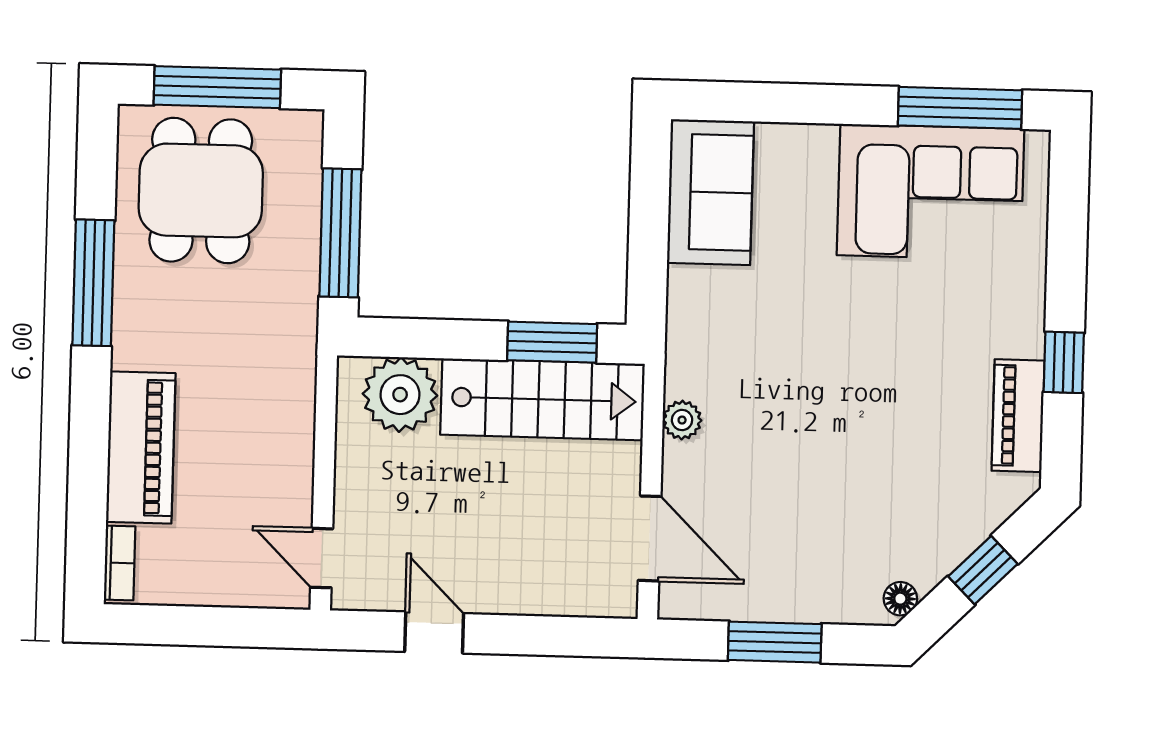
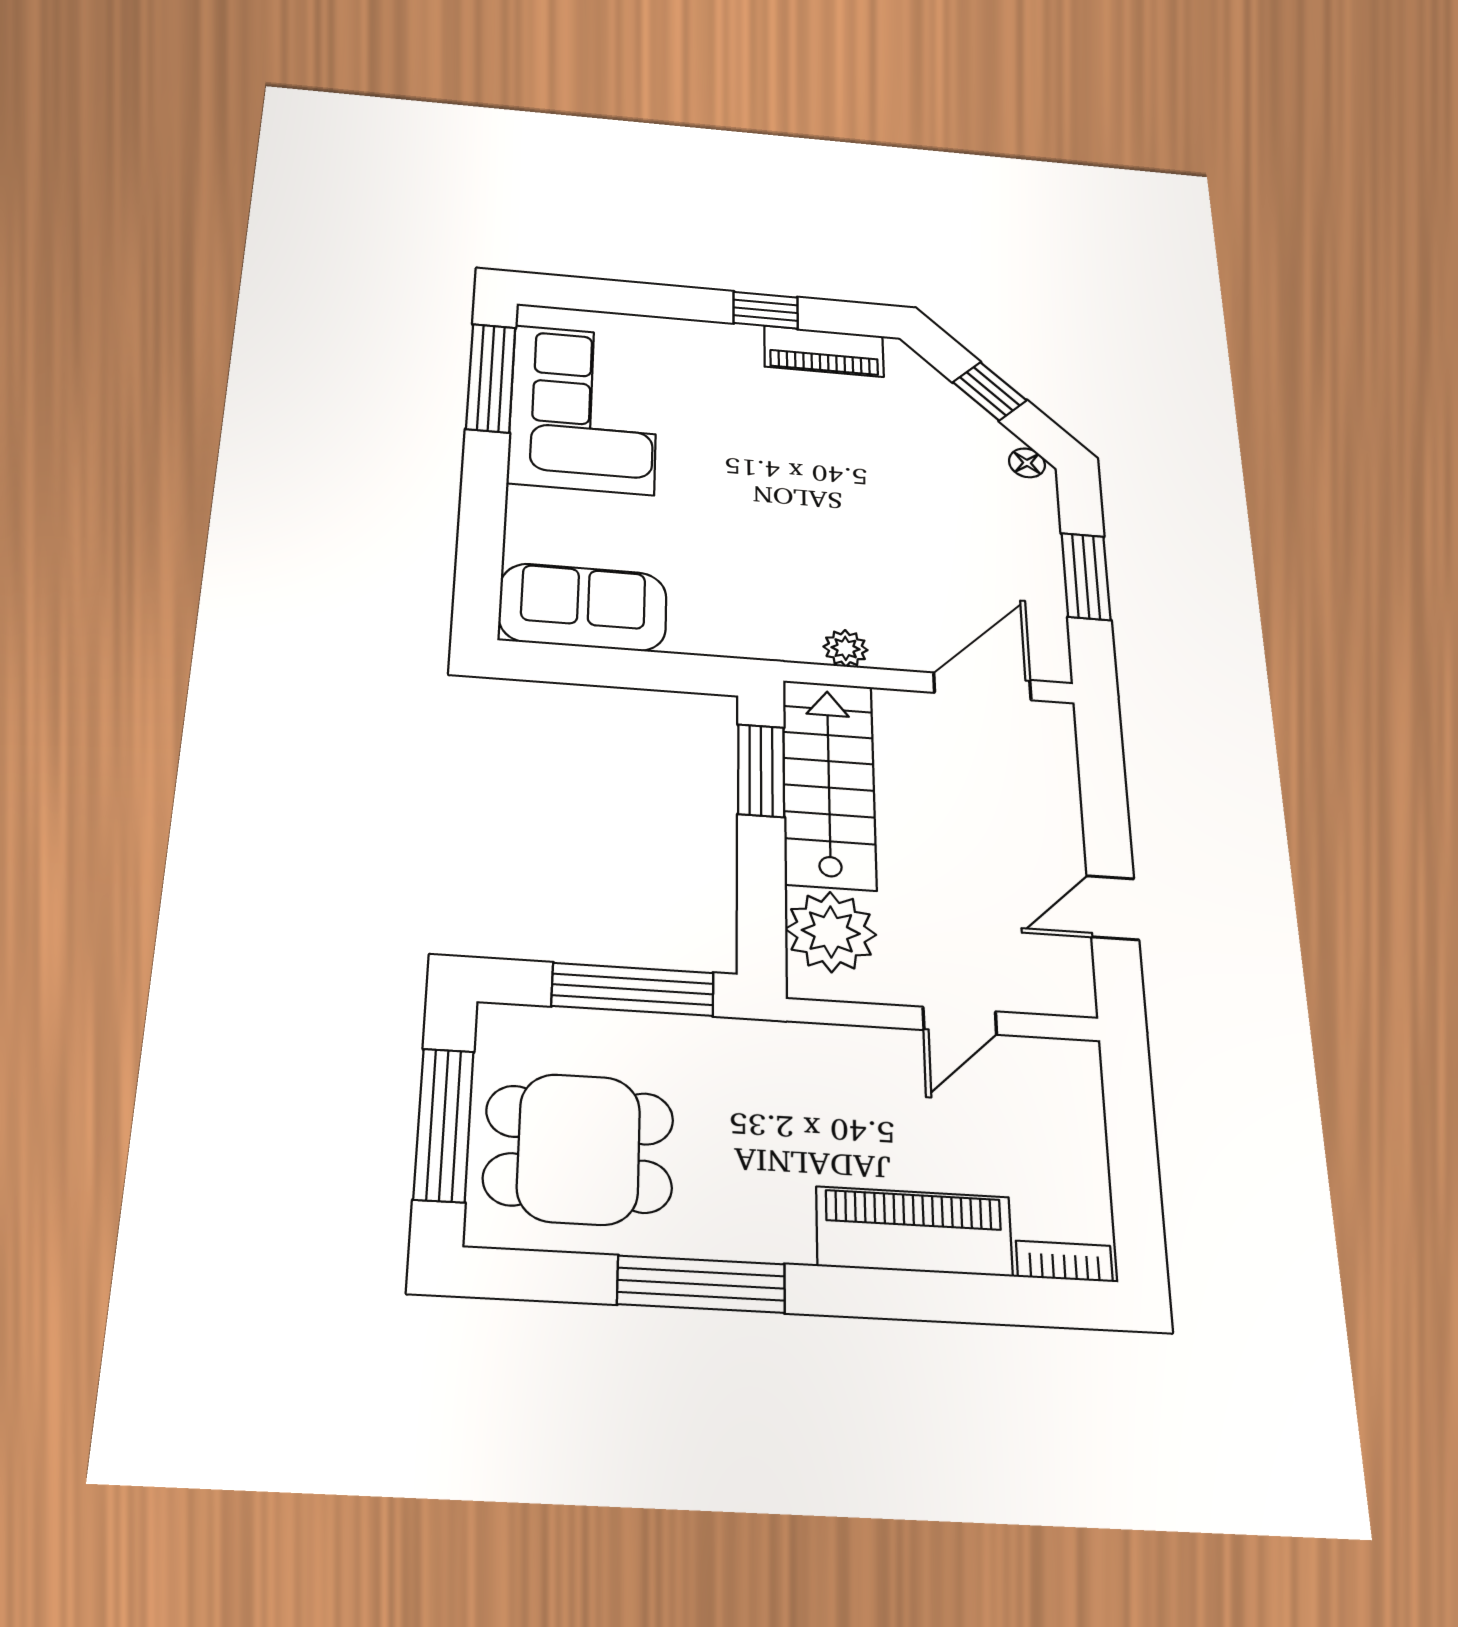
door: (322, 558) -> (960, 1021), moved

